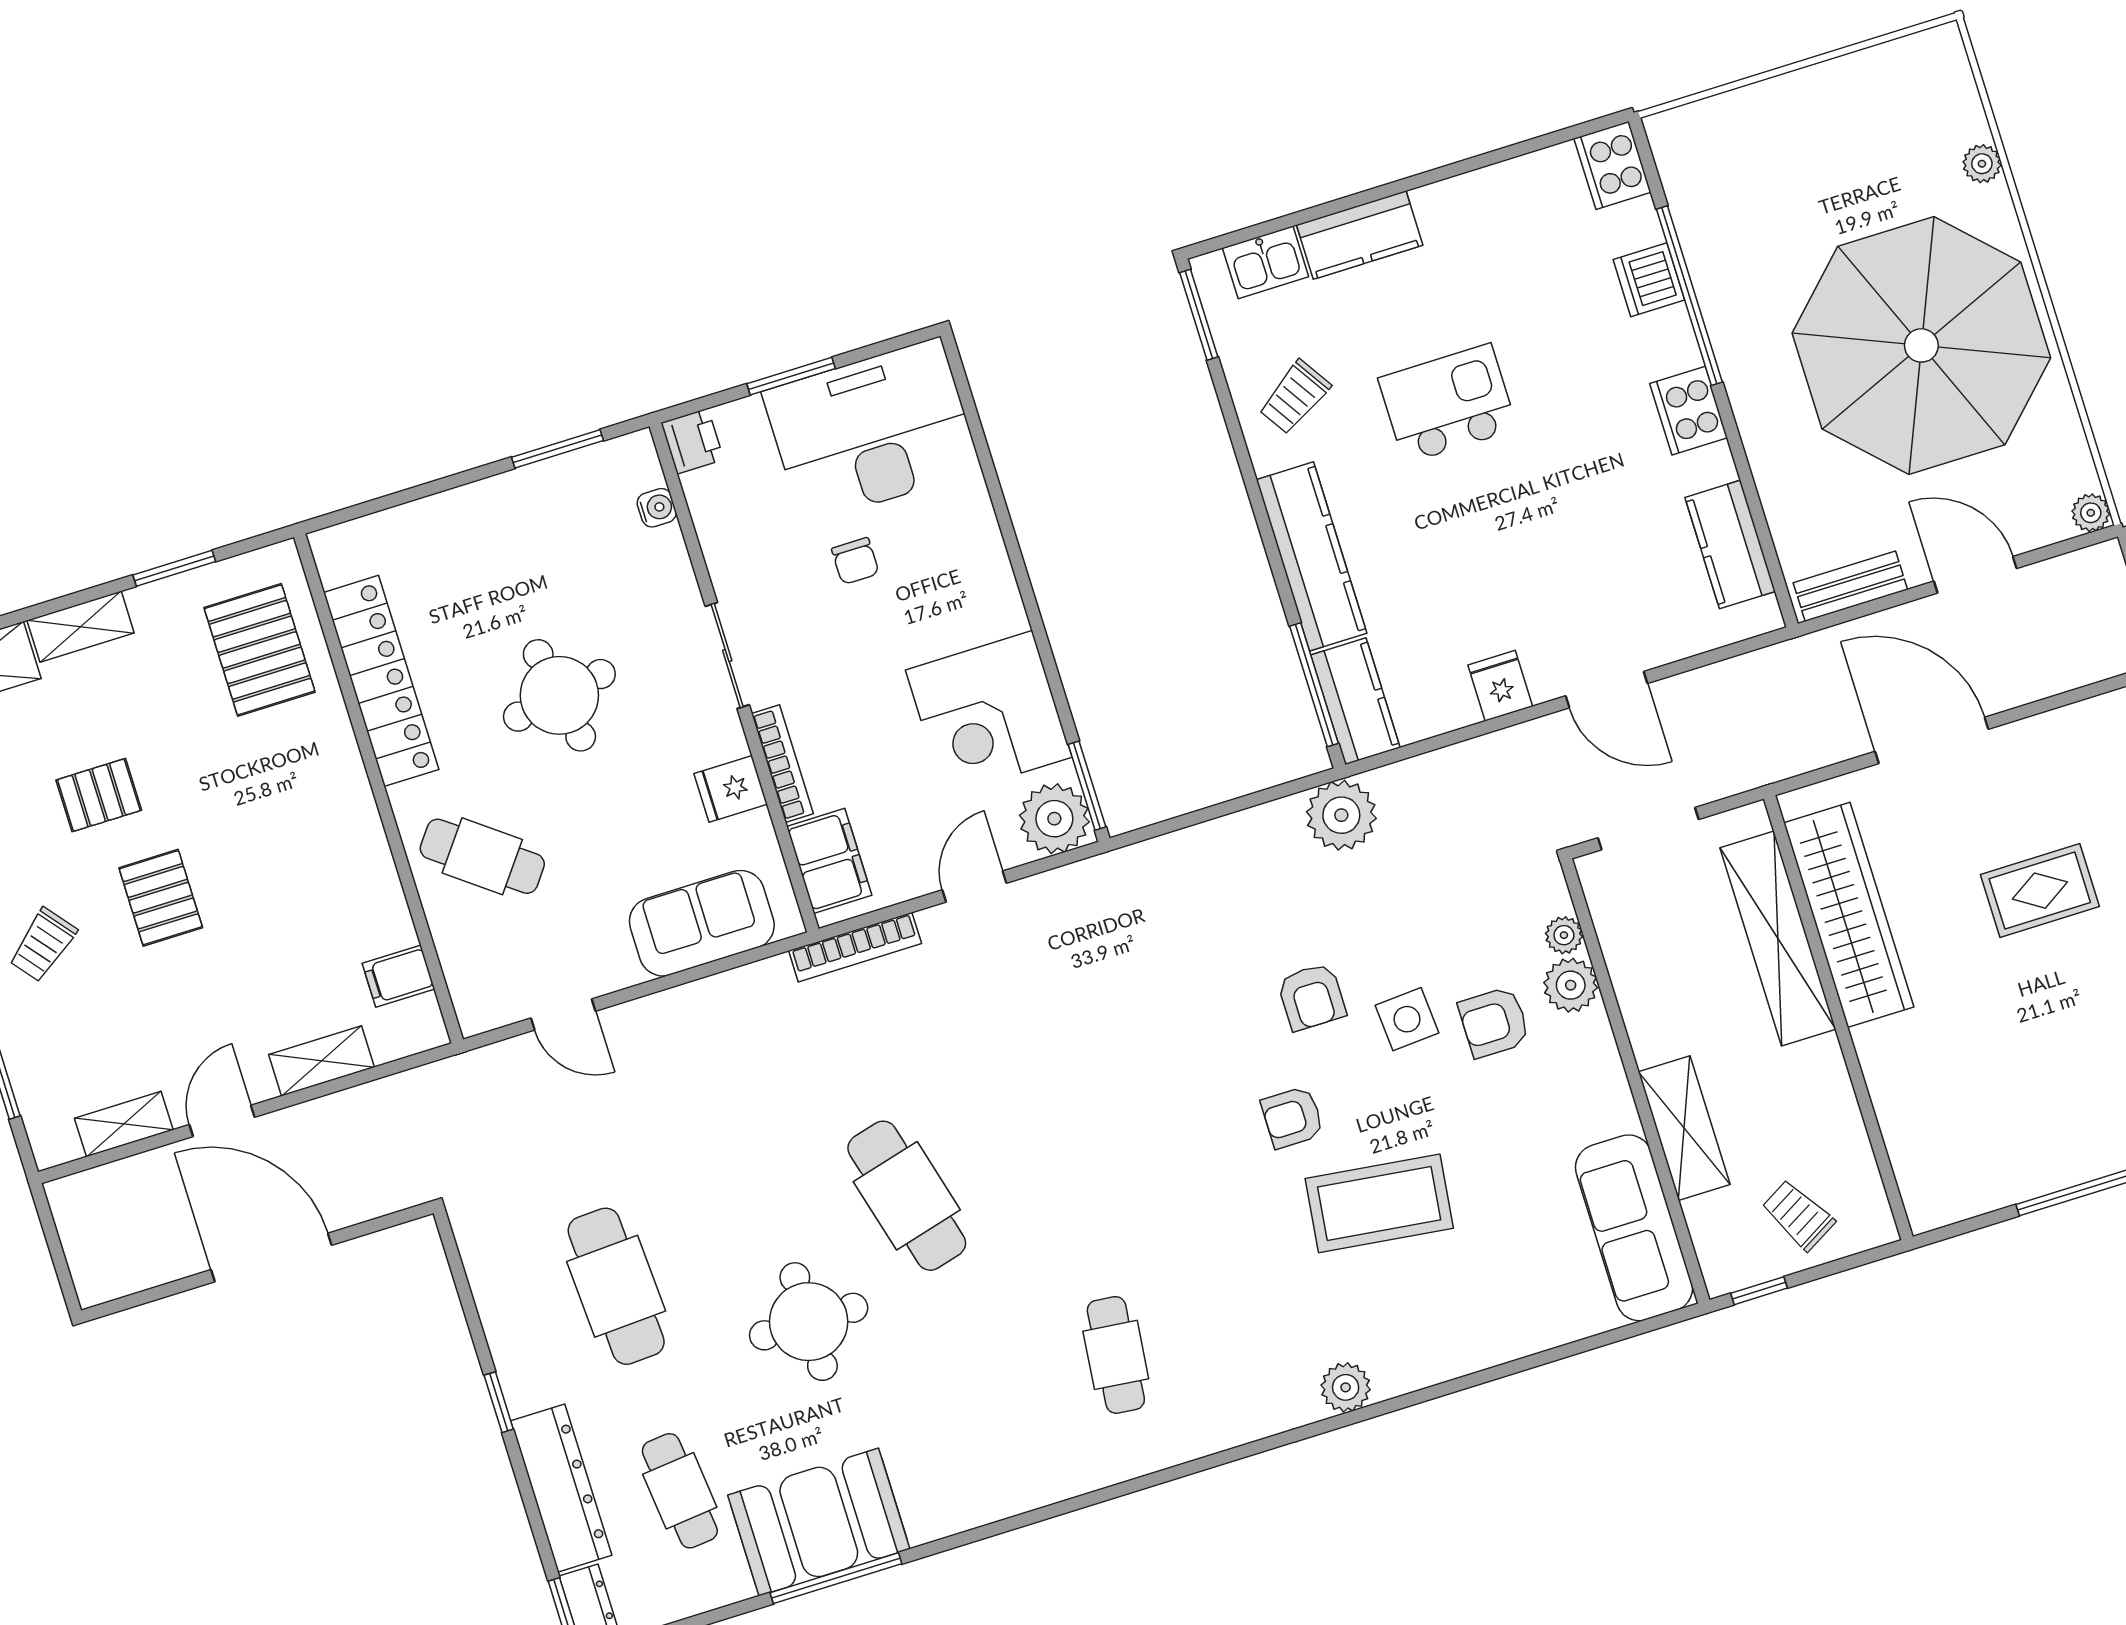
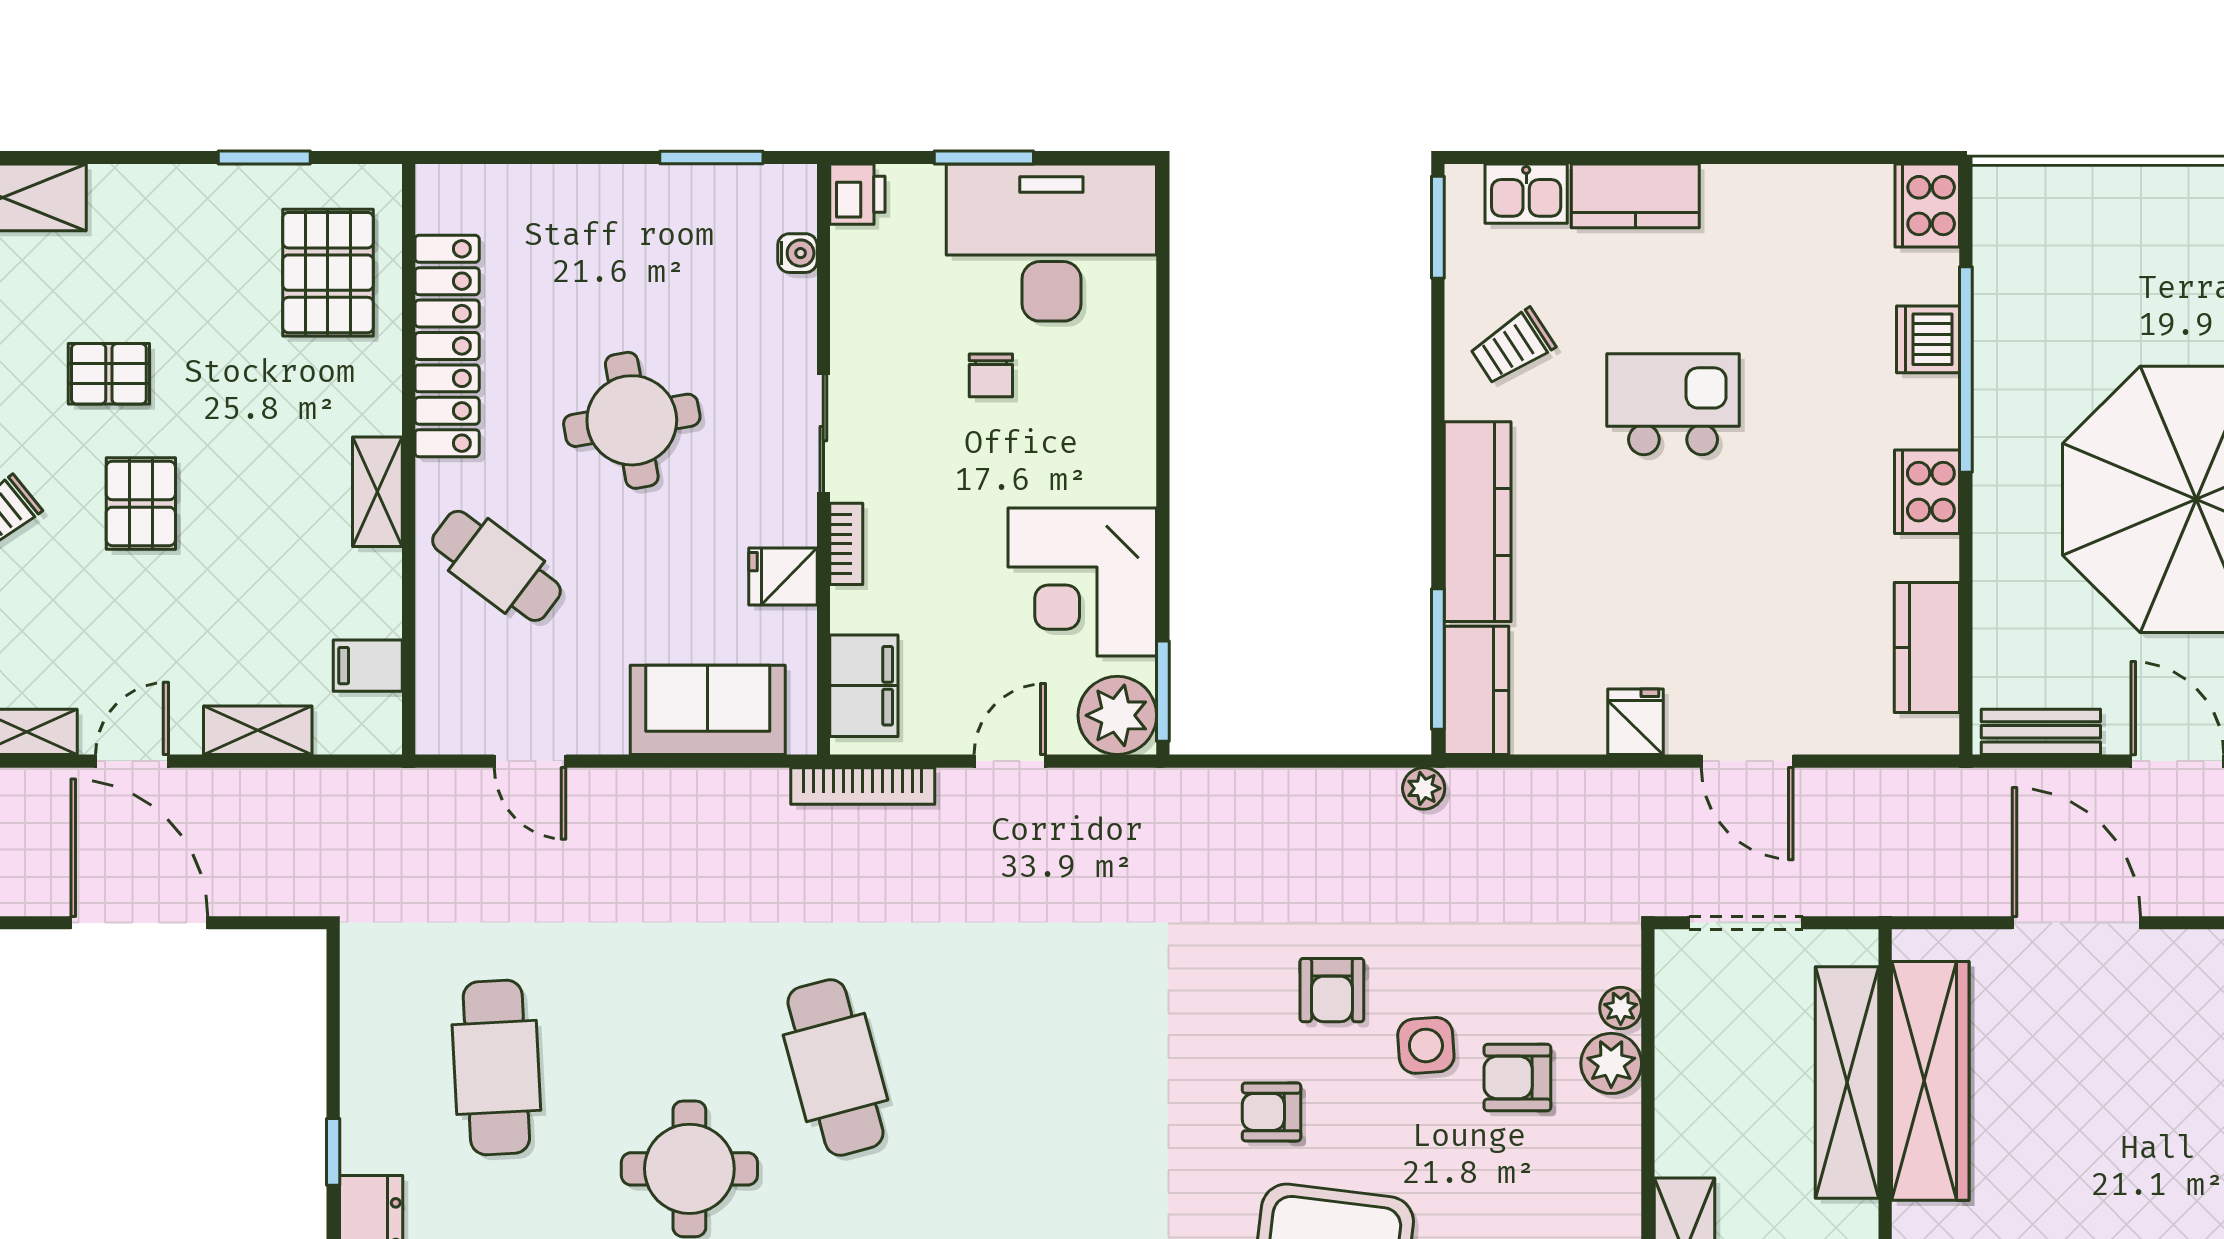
shelving: (81, 627) -> (377, 492), moved, turned 90
bookcase: (782, 764) -> (846, 544), width x0.64
plant: (1341, 815) -> (1424, 788), width x0.53, depth x0.53
rug: (2040, 891) -> (2142, 1118), removed

